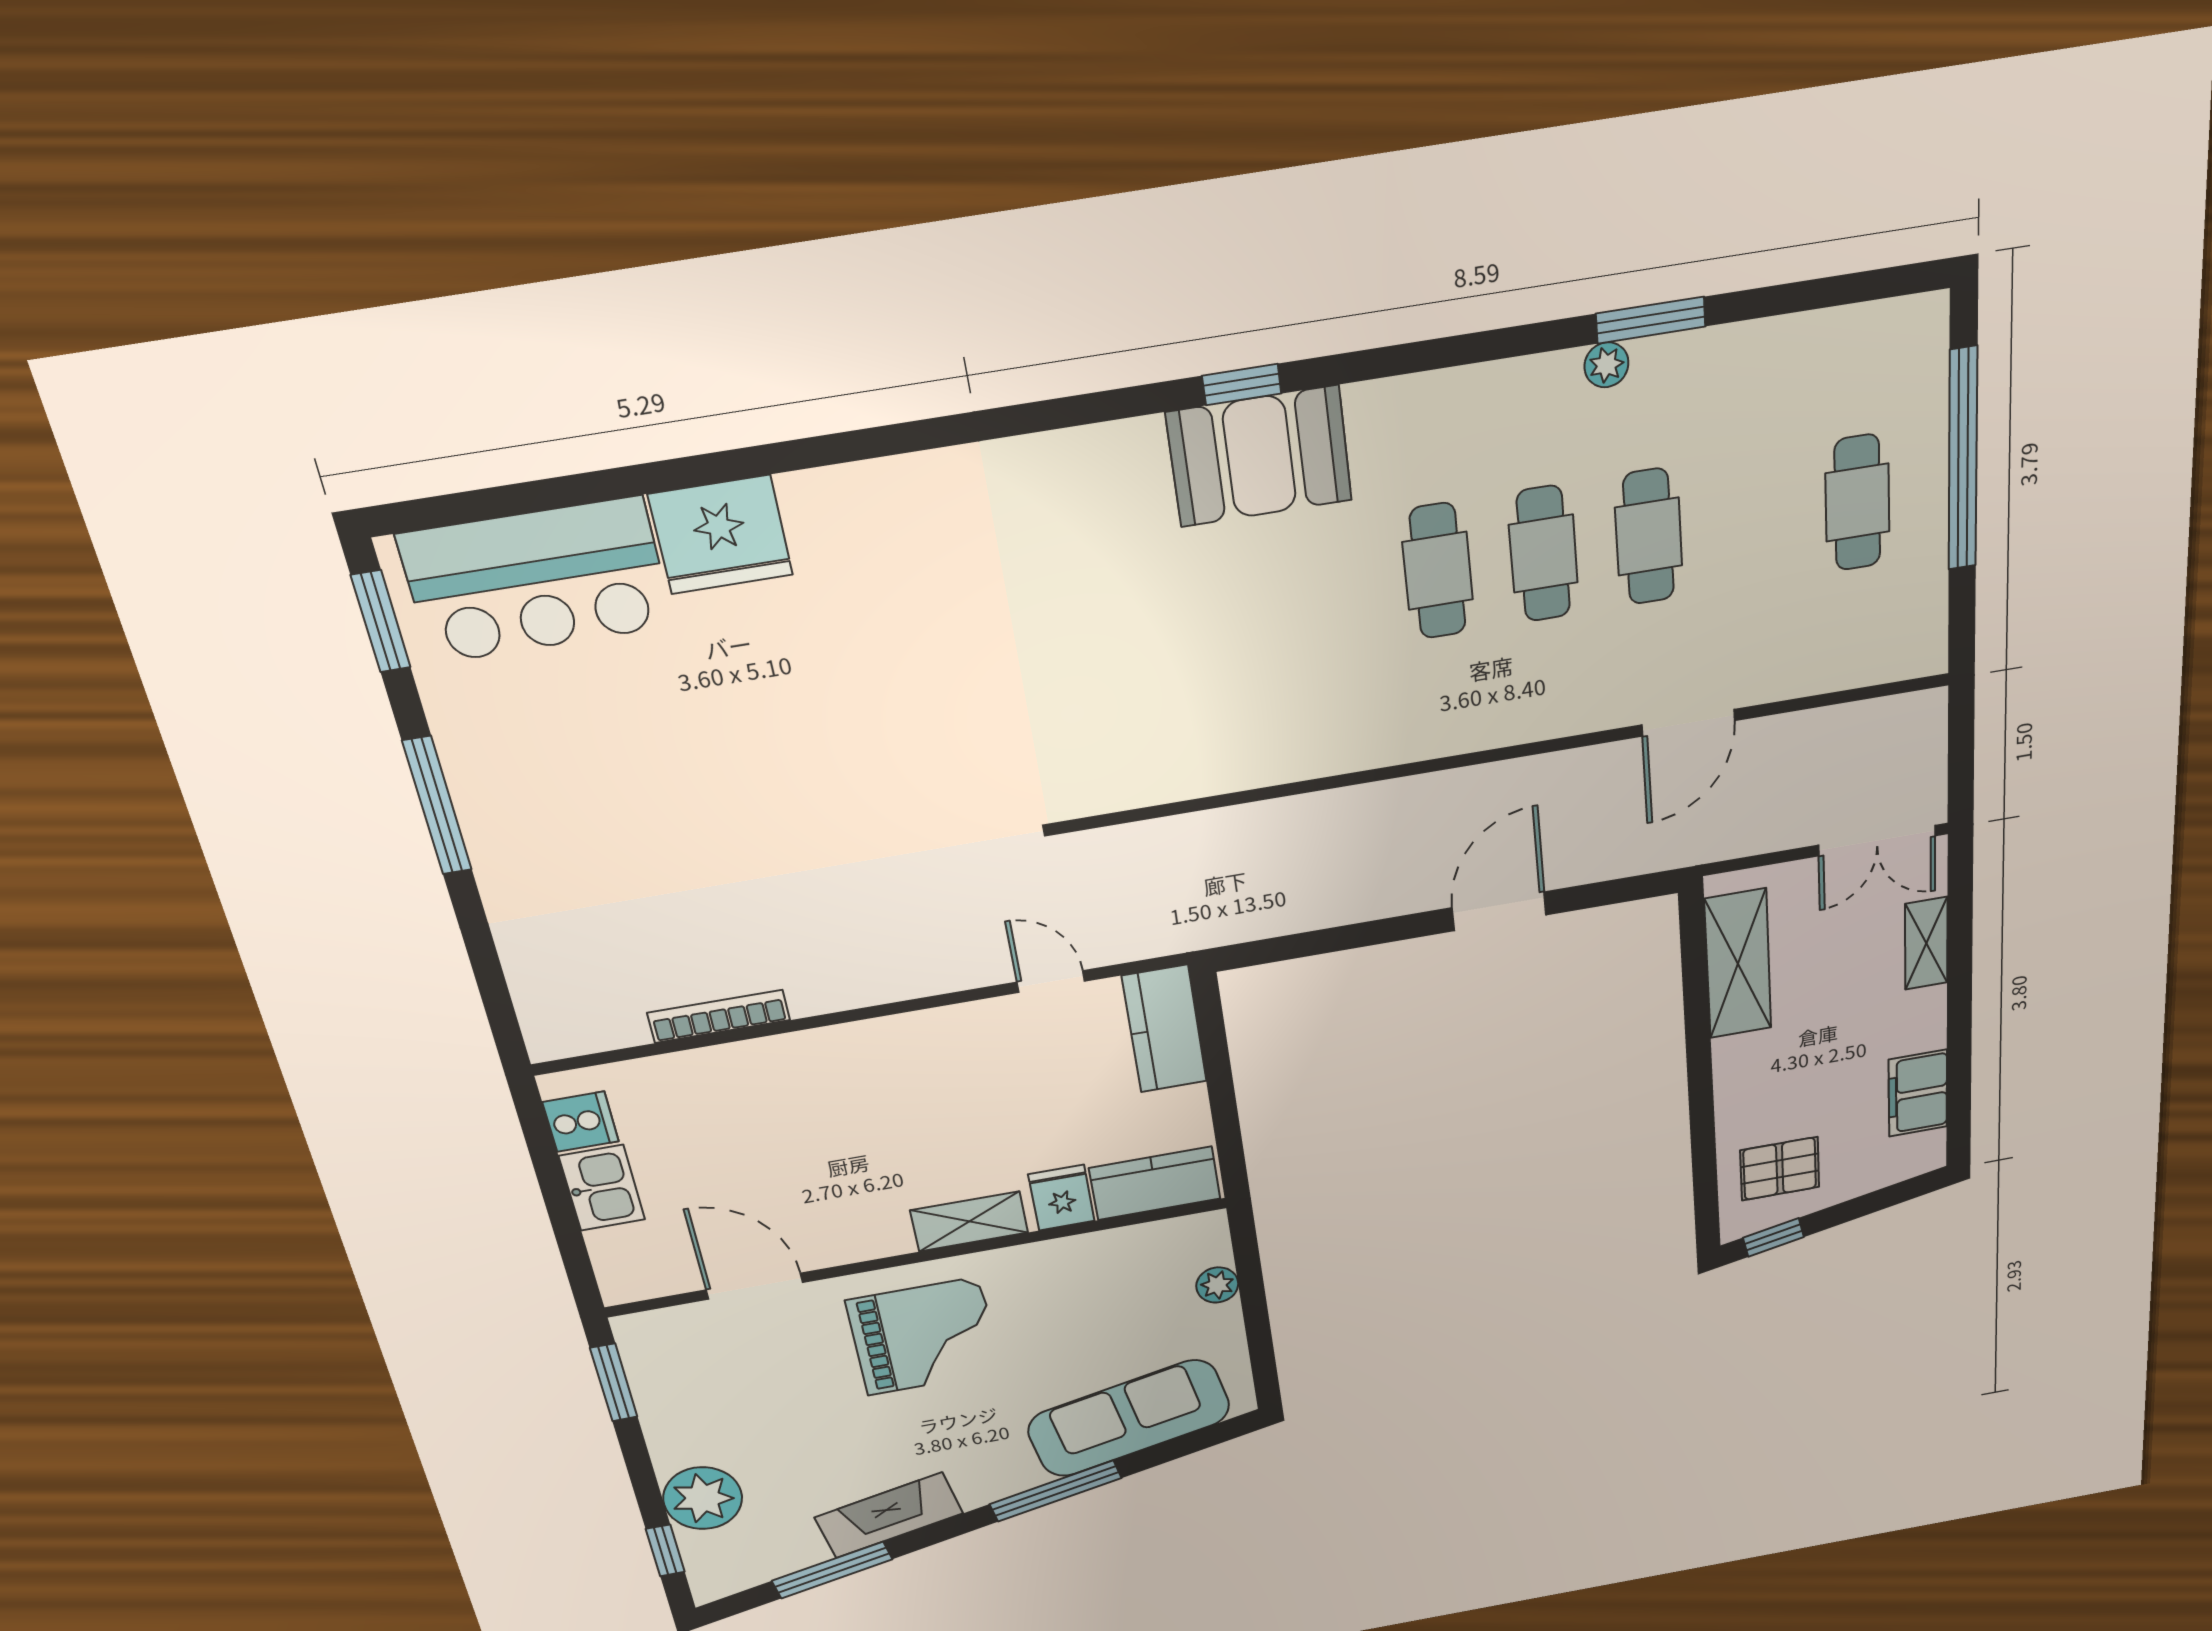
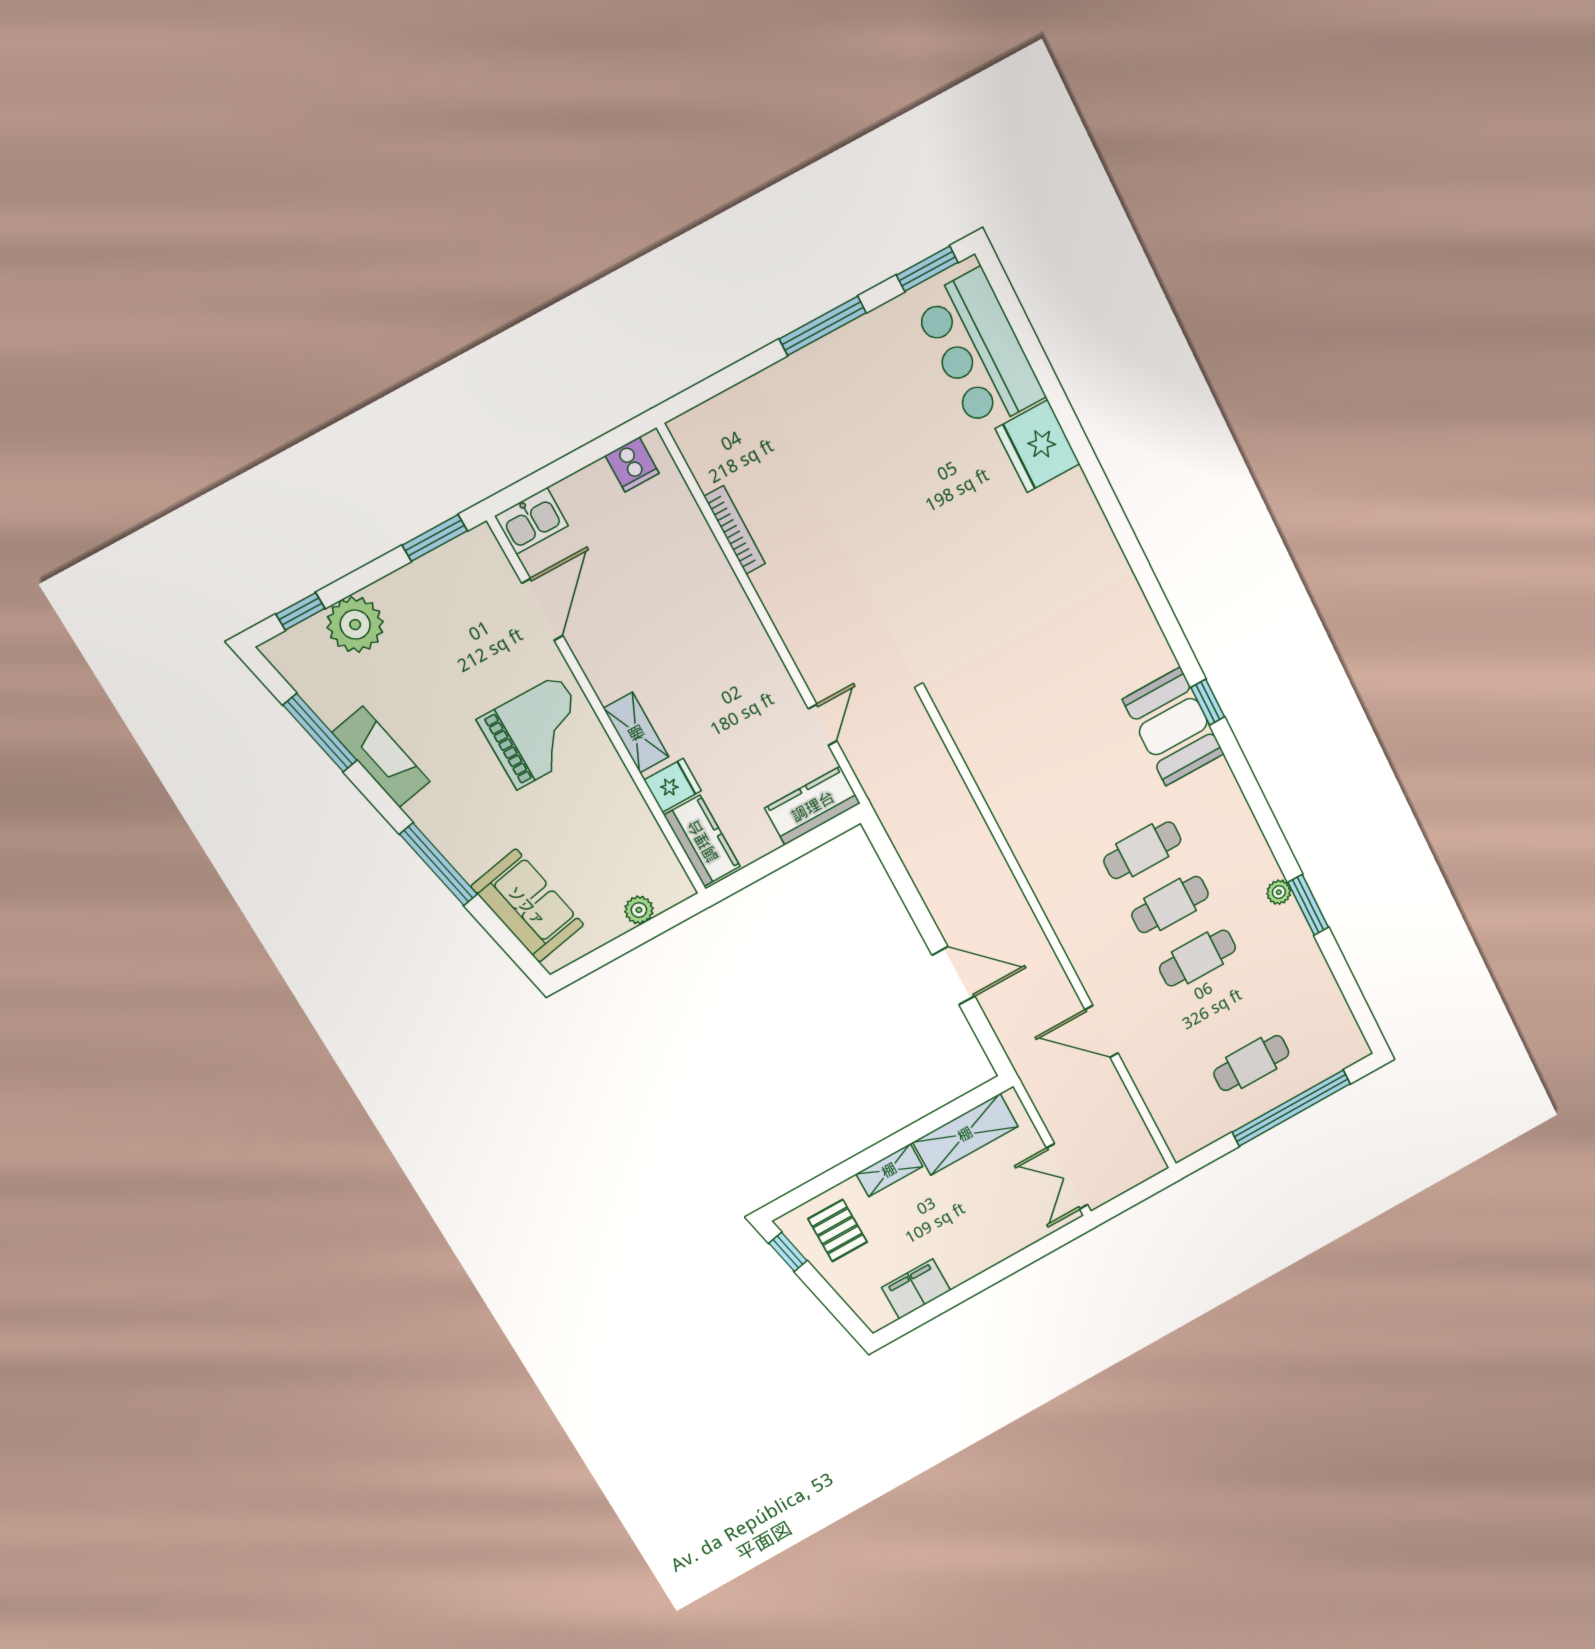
shelving: (1926, 943) -> (889, 1170), moved
kitchen sink: (602, 1188) -> (531, 521), moved
grand piano: (924, 1336) -> (538, 732), turned -90
sofa: (1129, 1418) -> (527, 906), width x0.73

